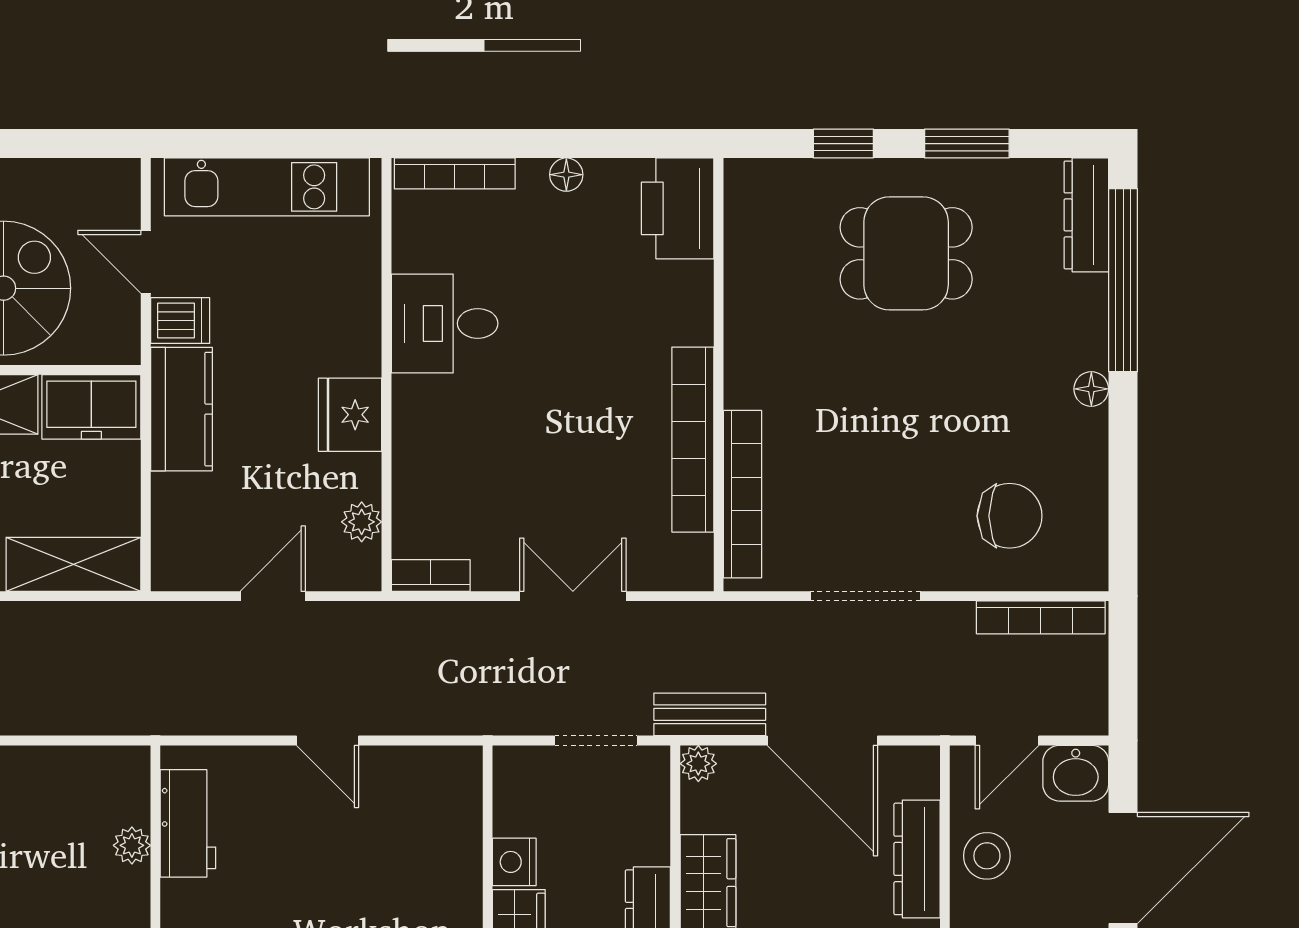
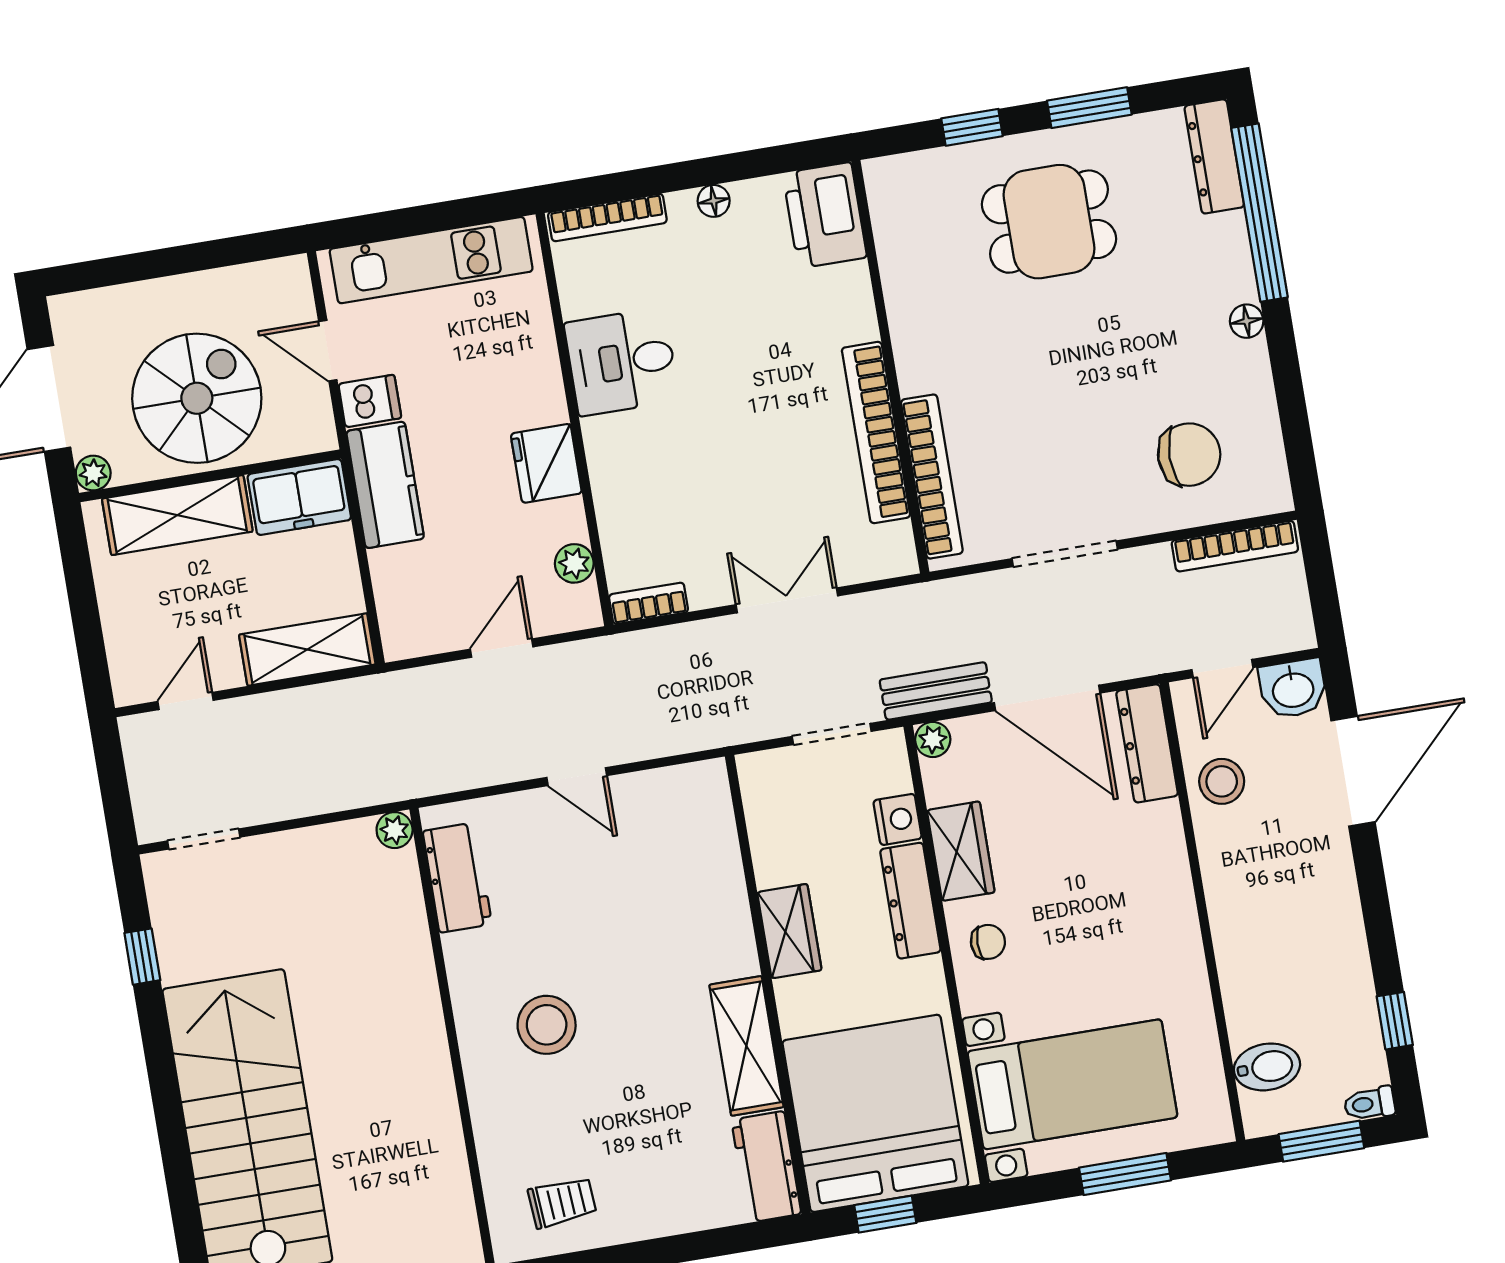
plant: (132, 845) -> (395, 830), moved
dresser: (917, 859) -> (1147, 743), moved
nightstand: (514, 862) -> (898, 819), moved, turned 180

